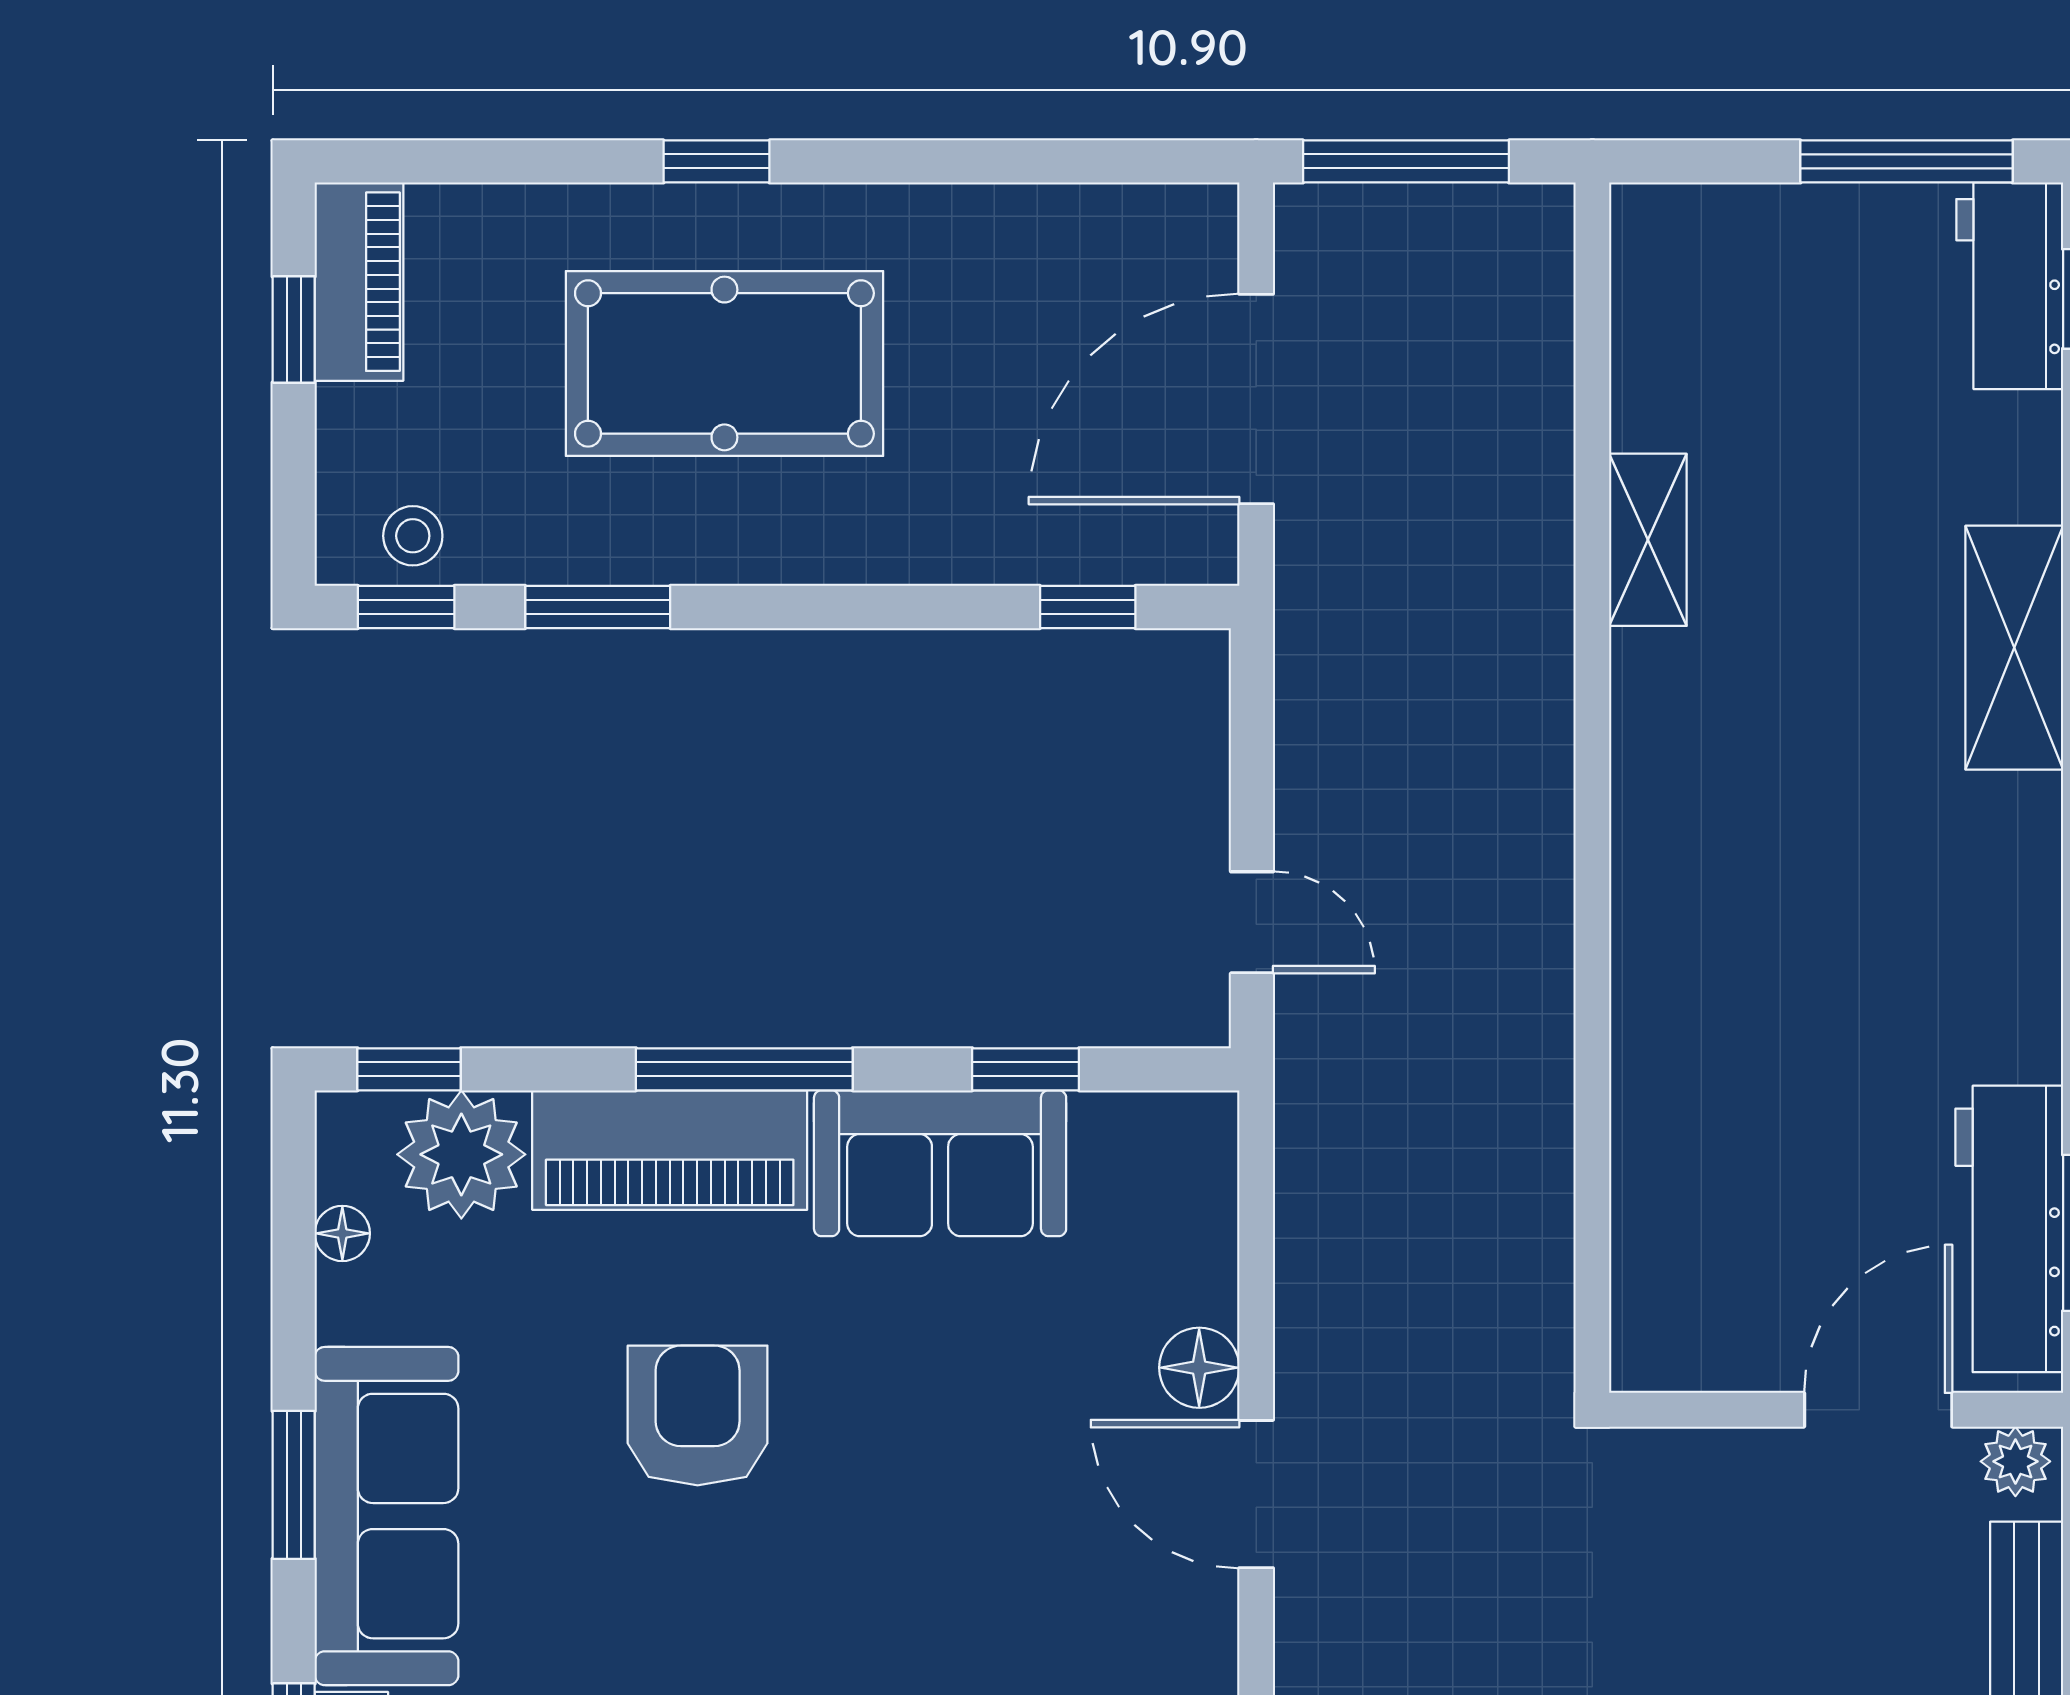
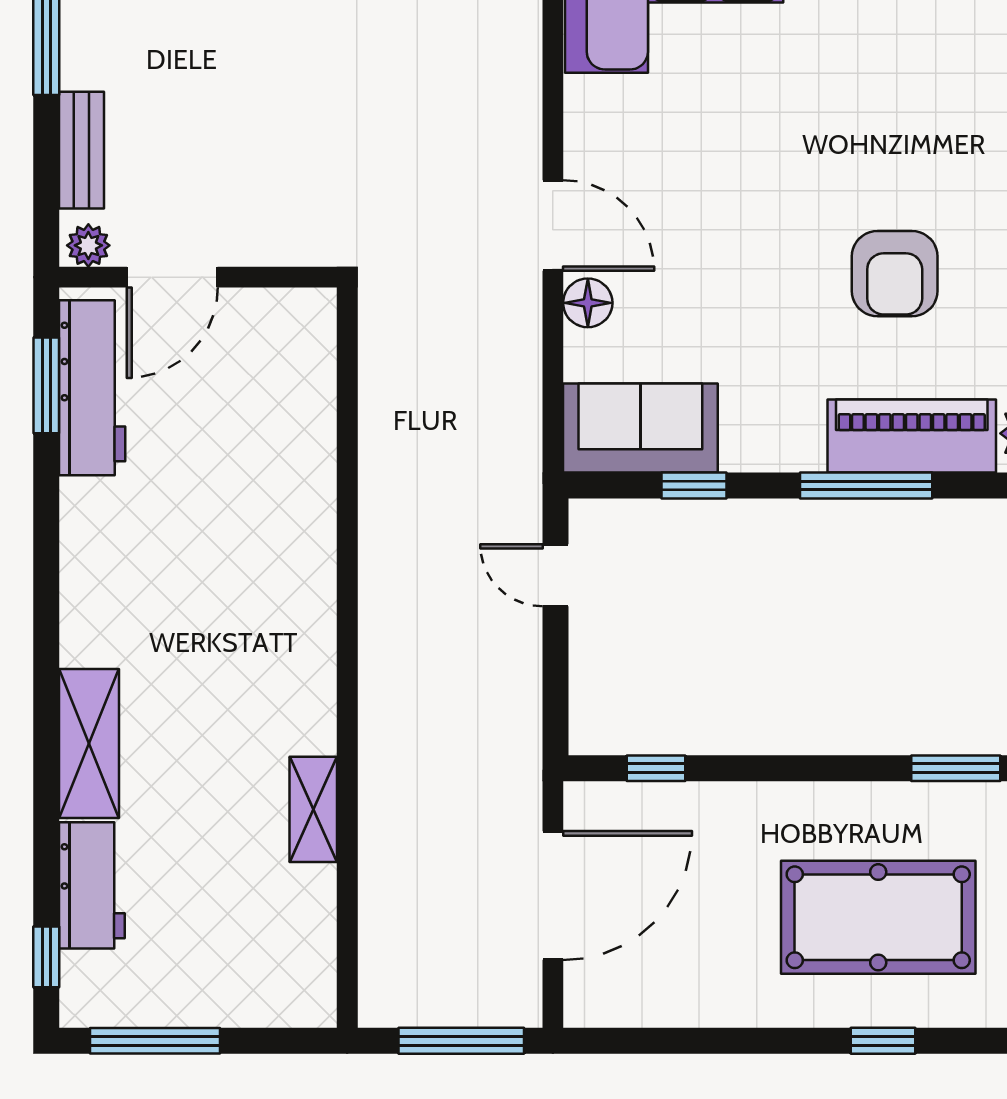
workbench: (2010, 286) -> (92, 885), moved
sofa: (940, 1163) -> (640, 428), moved

